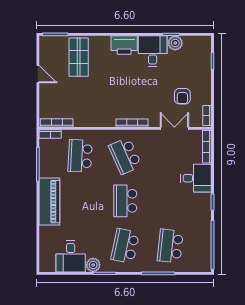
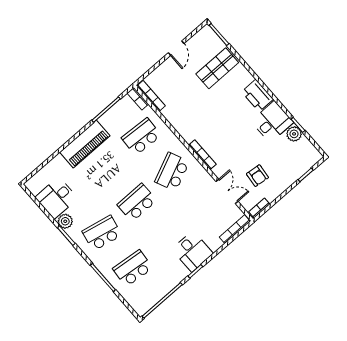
armchair: (182, 96) -> (257, 176), turned -84
desk: (196, 178) -> (192, 251), moved

